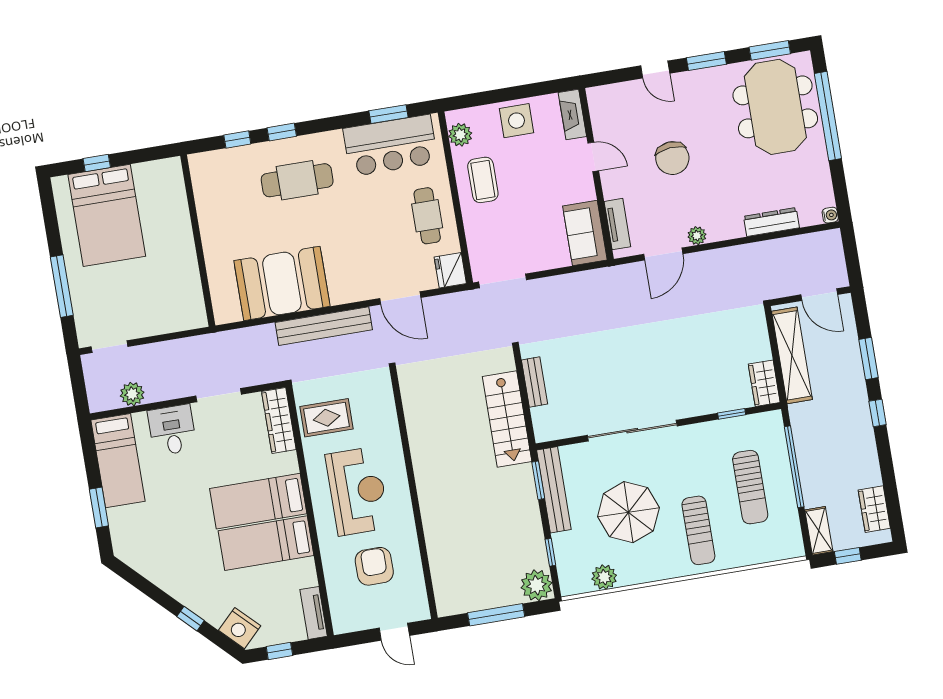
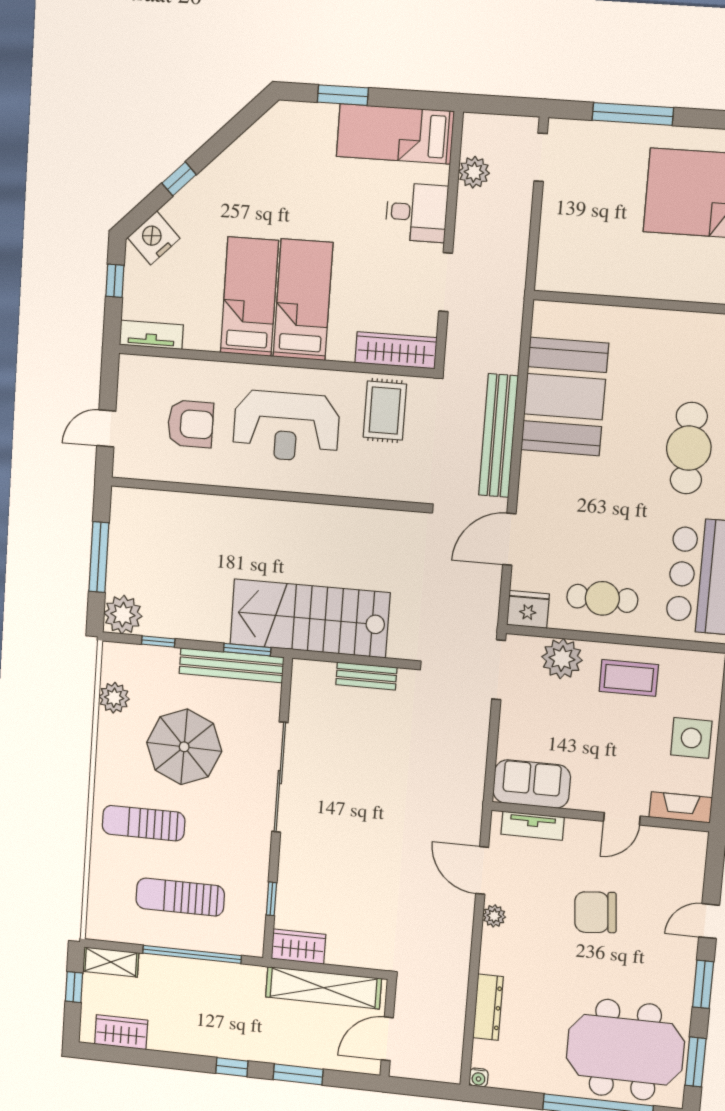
plant: (460, 135) -> (562, 659), moved, width x1.36, depth x1.36
stairs: (507, 419) -> (310, 618), width x1.36, depth x1.51

